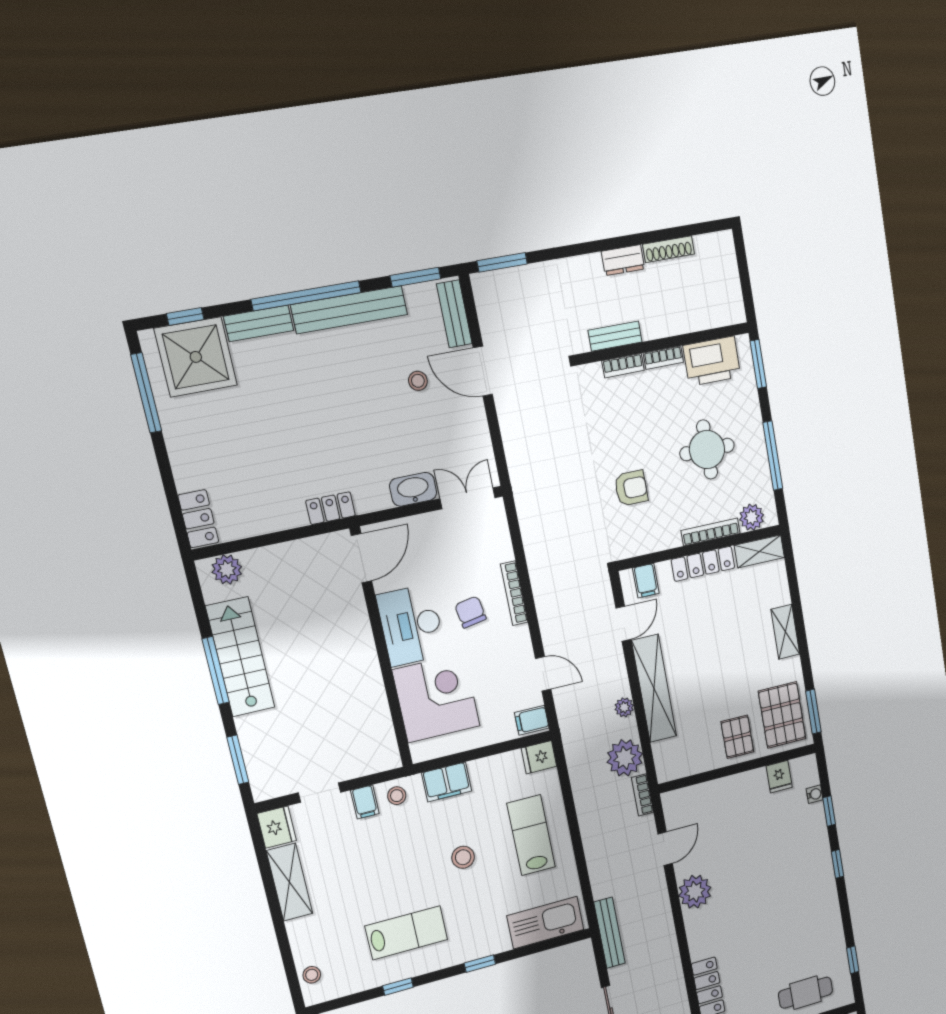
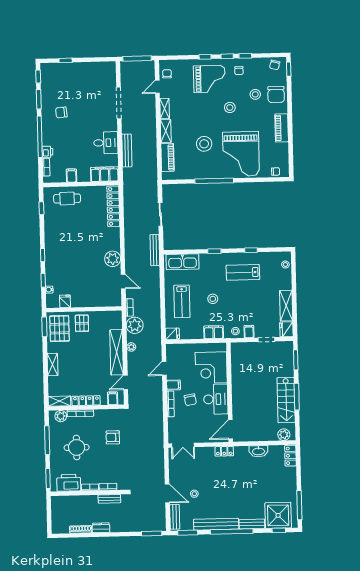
washbasin: (413, 489) -> (258, 451), moved
locker: (331, 508) -> (224, 451), moved
door: (543, 674) -> (164, 368), hinge flipped
filing cabinet: (532, 720) -> (173, 385), moved
door: (665, 849) -> (123, 281), swing flipped

